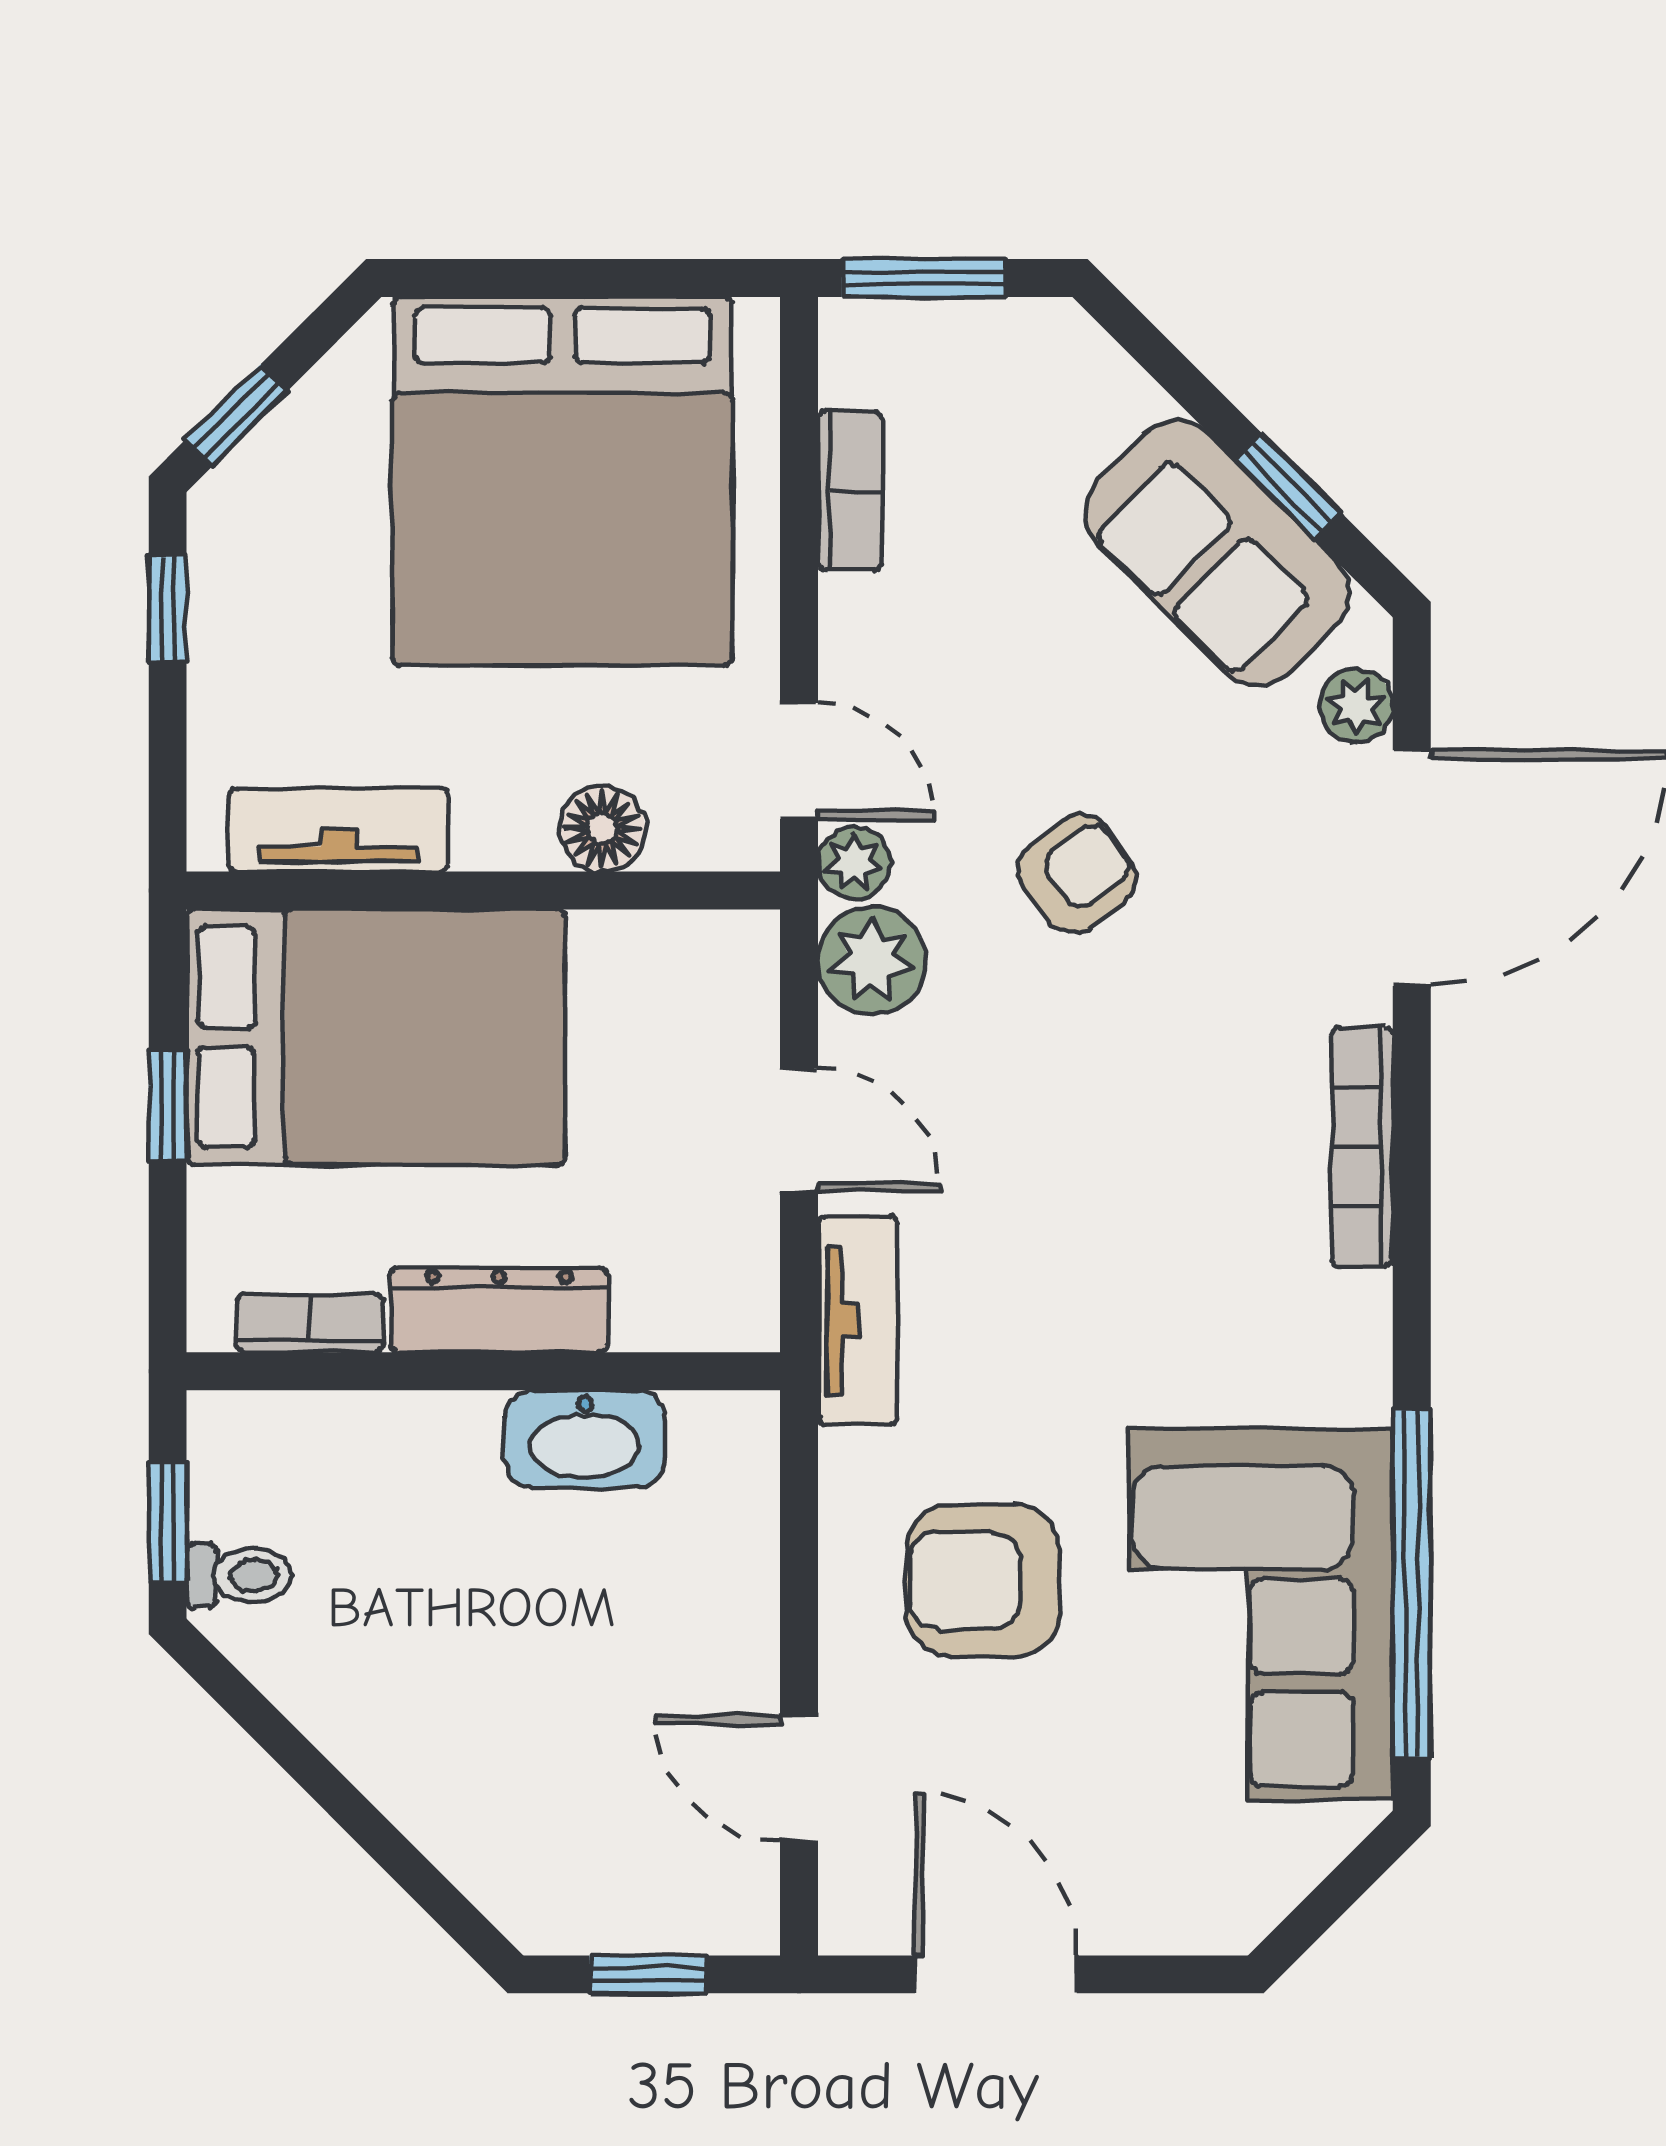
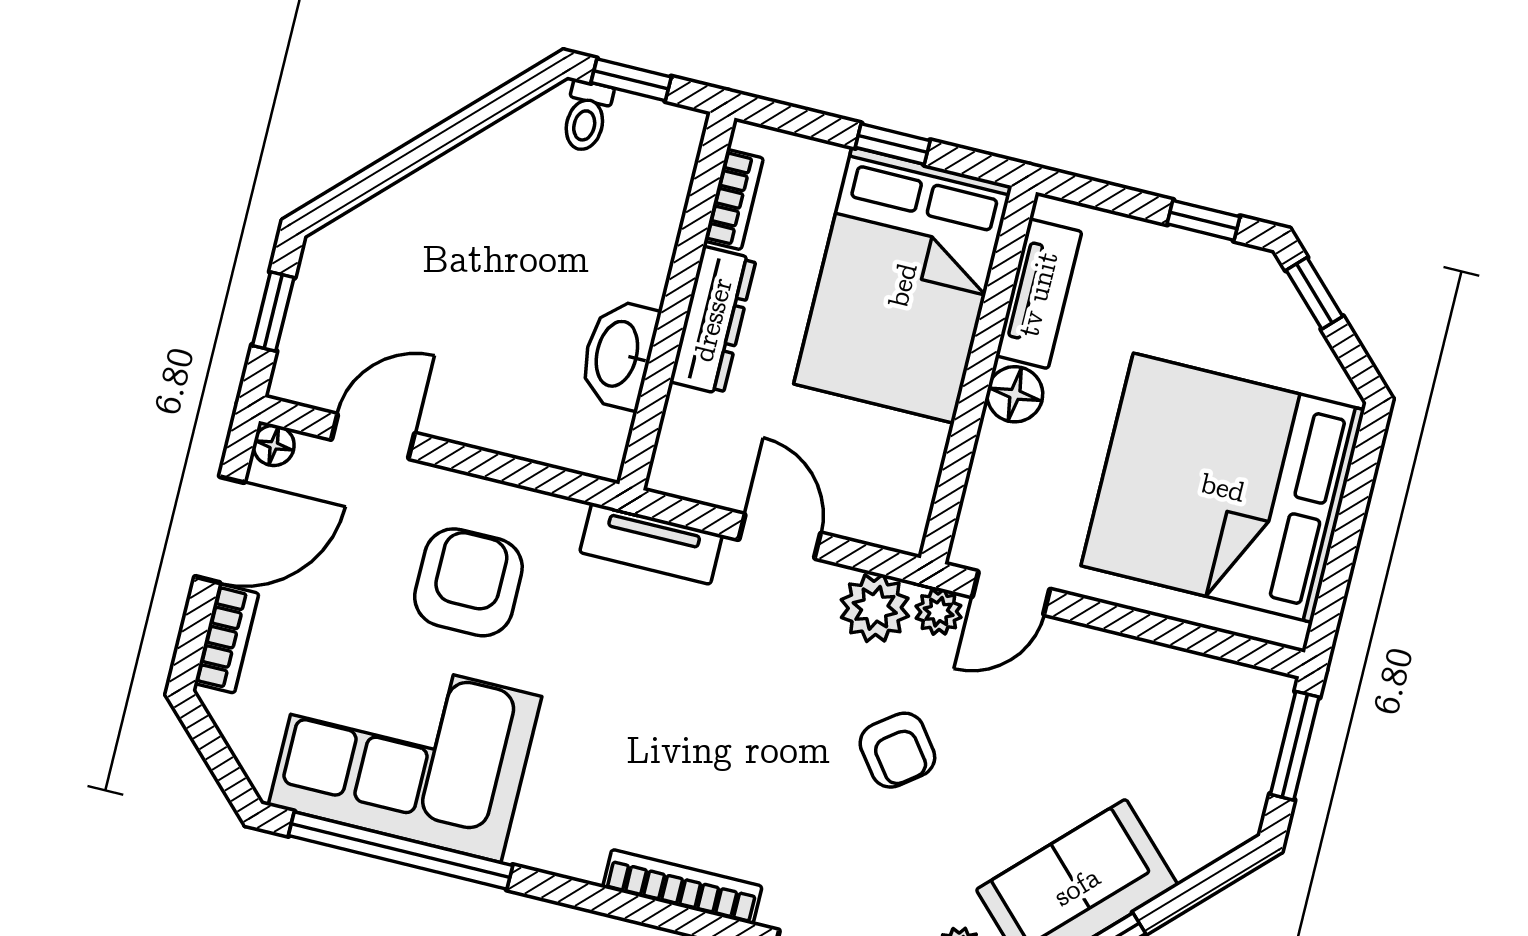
bookcase: (850, 491) -> (227, 638), moved, turned -90
floor lamp: (602, 829) -> (1015, 394), moved
door: (799, 1130) -> (780, 536), swing flipped
floor lamp: (849, 1924) -> (274, 445), added

